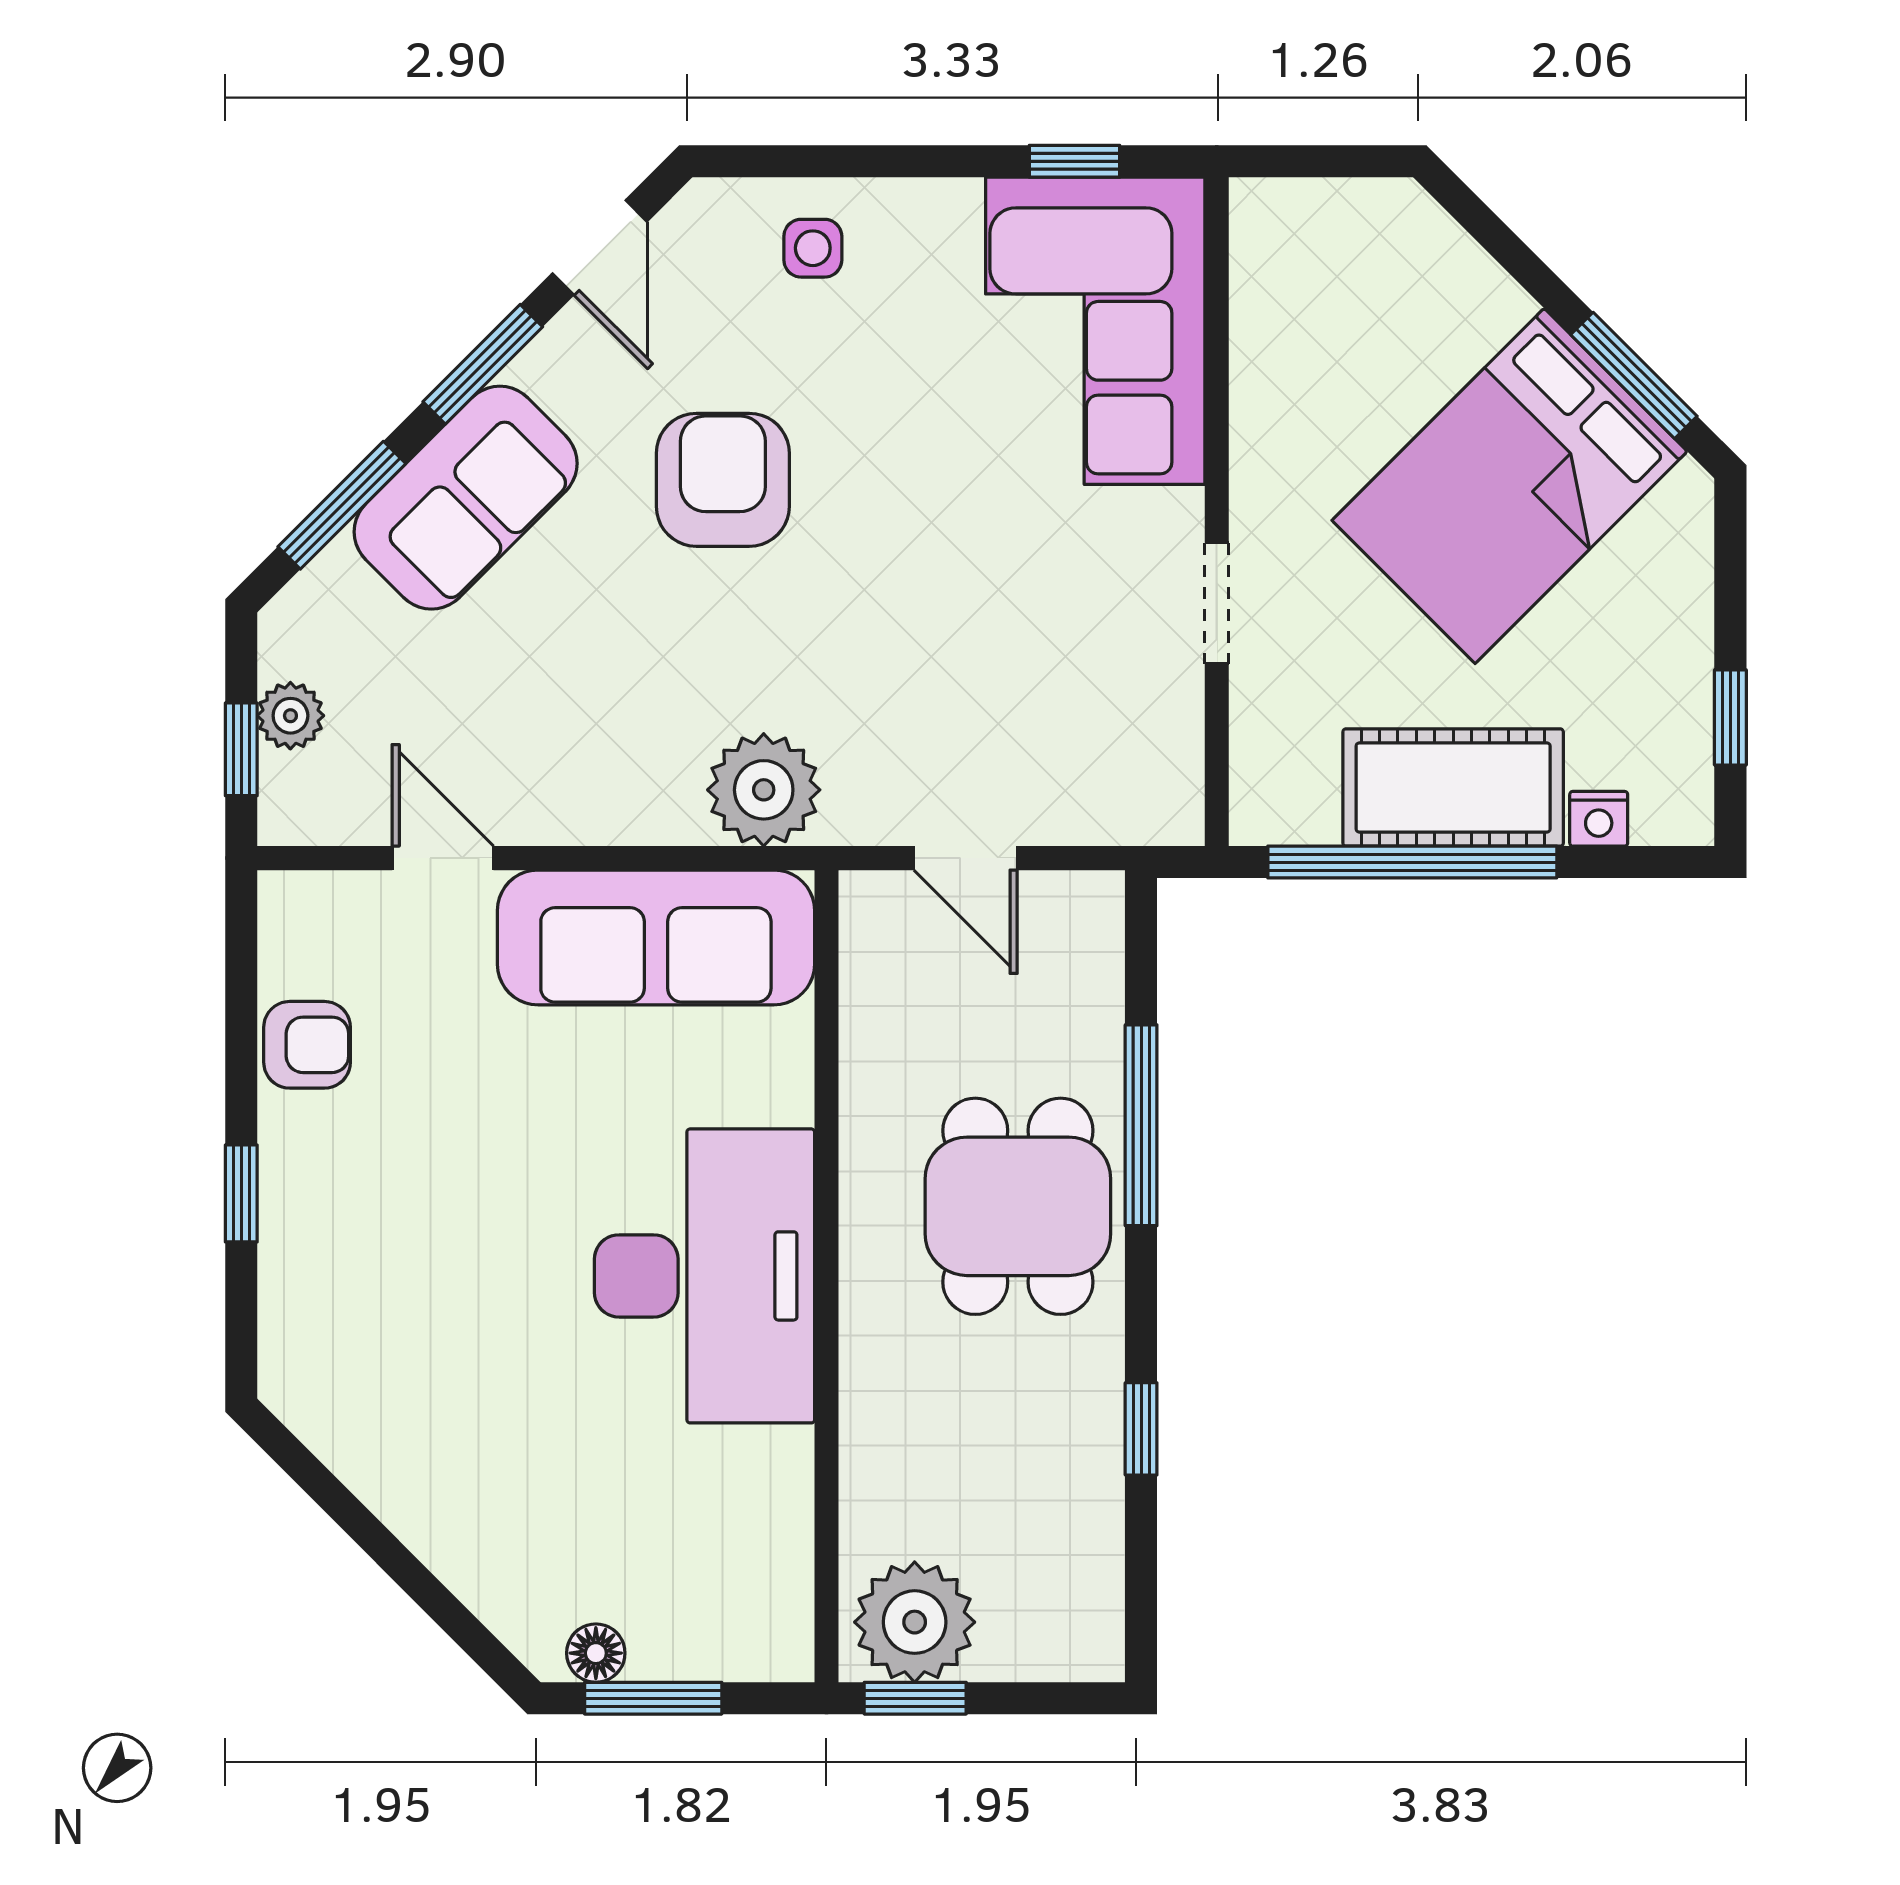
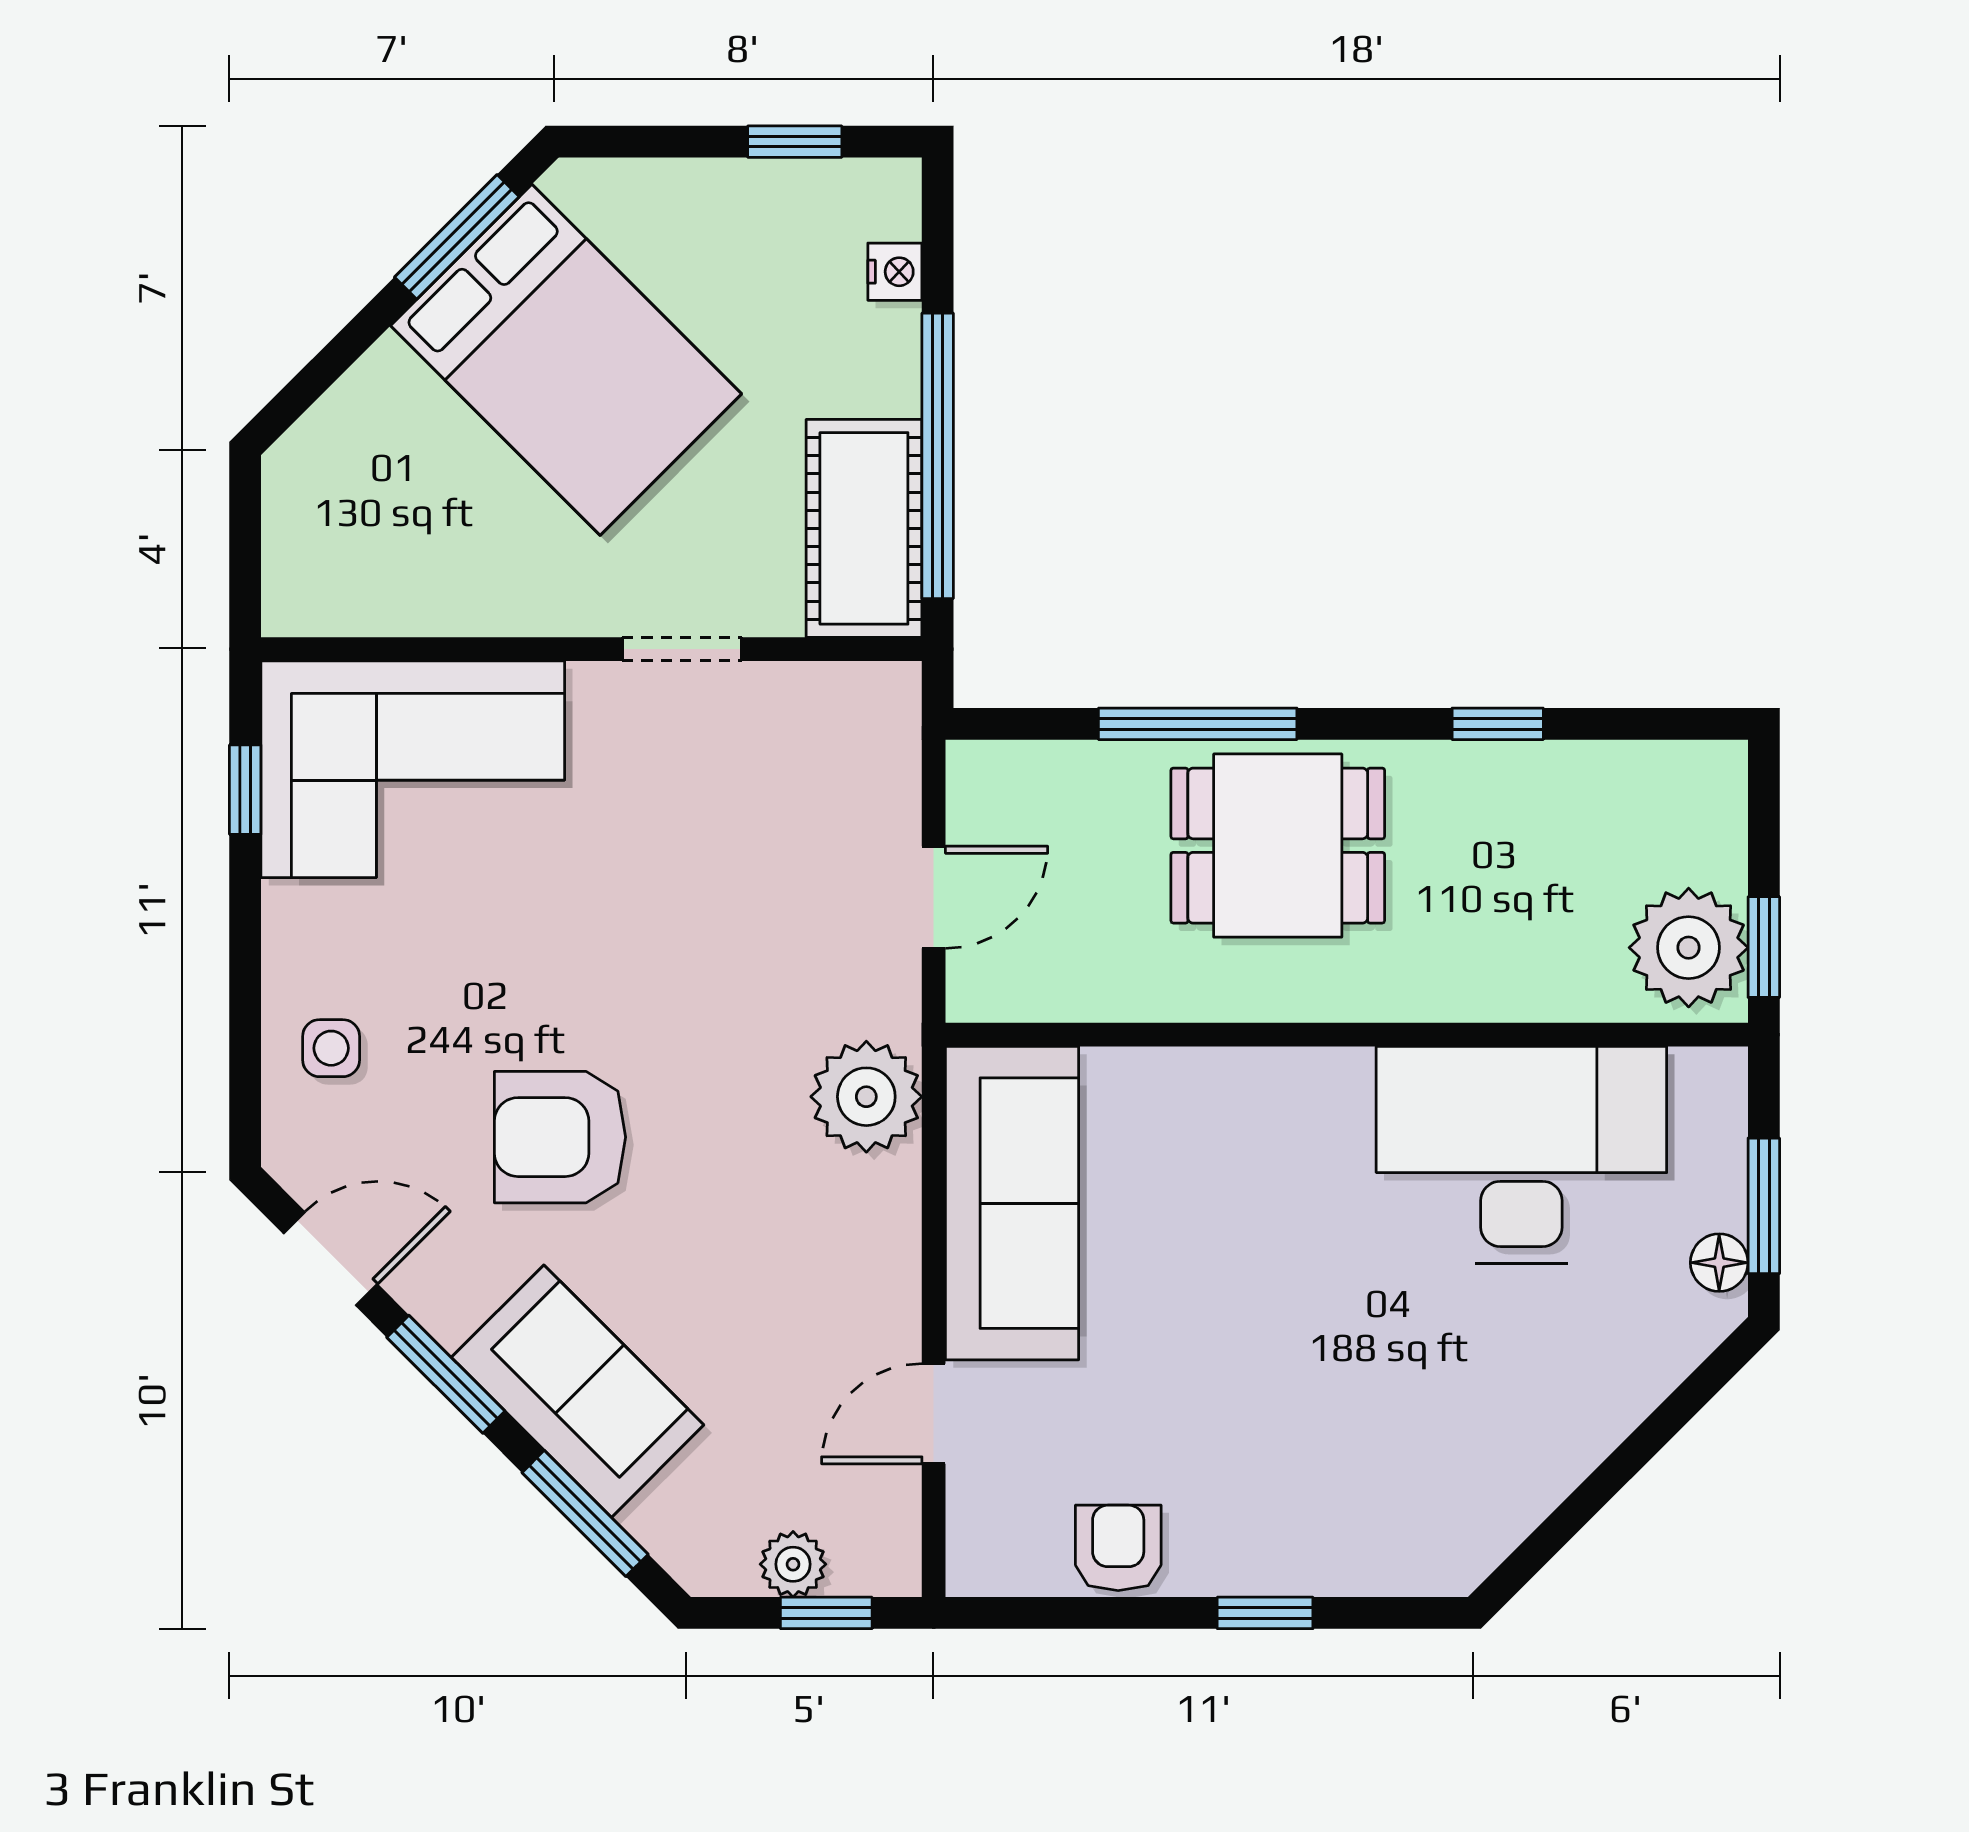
cot: (1453, 787) -> (864, 528), moved
desk: (705, 1276) -> (1521, 1155), moved

